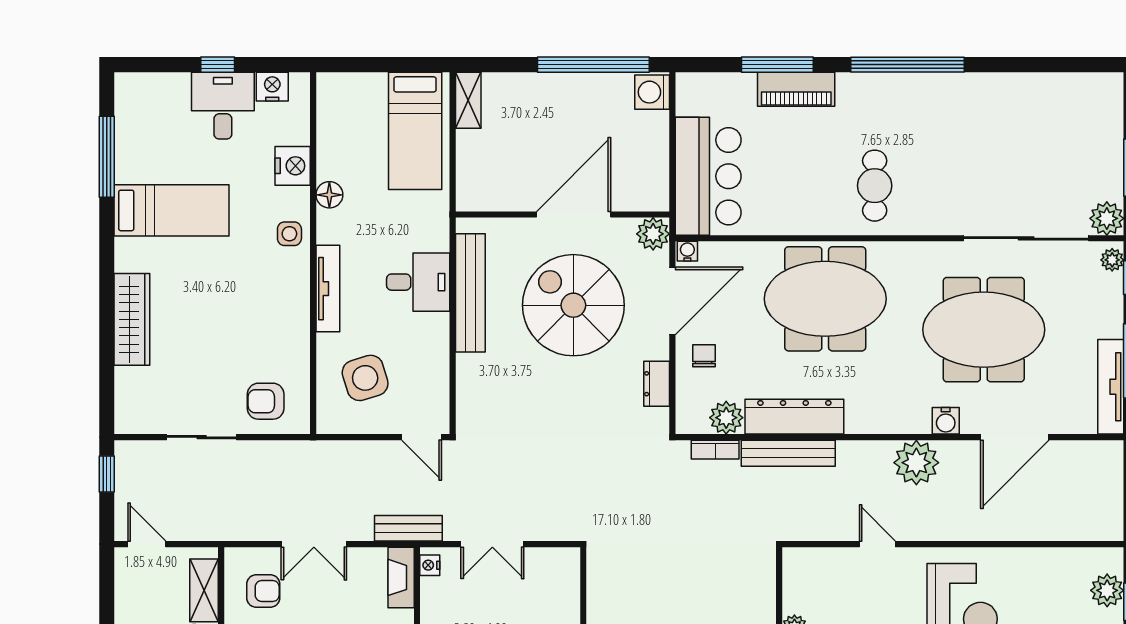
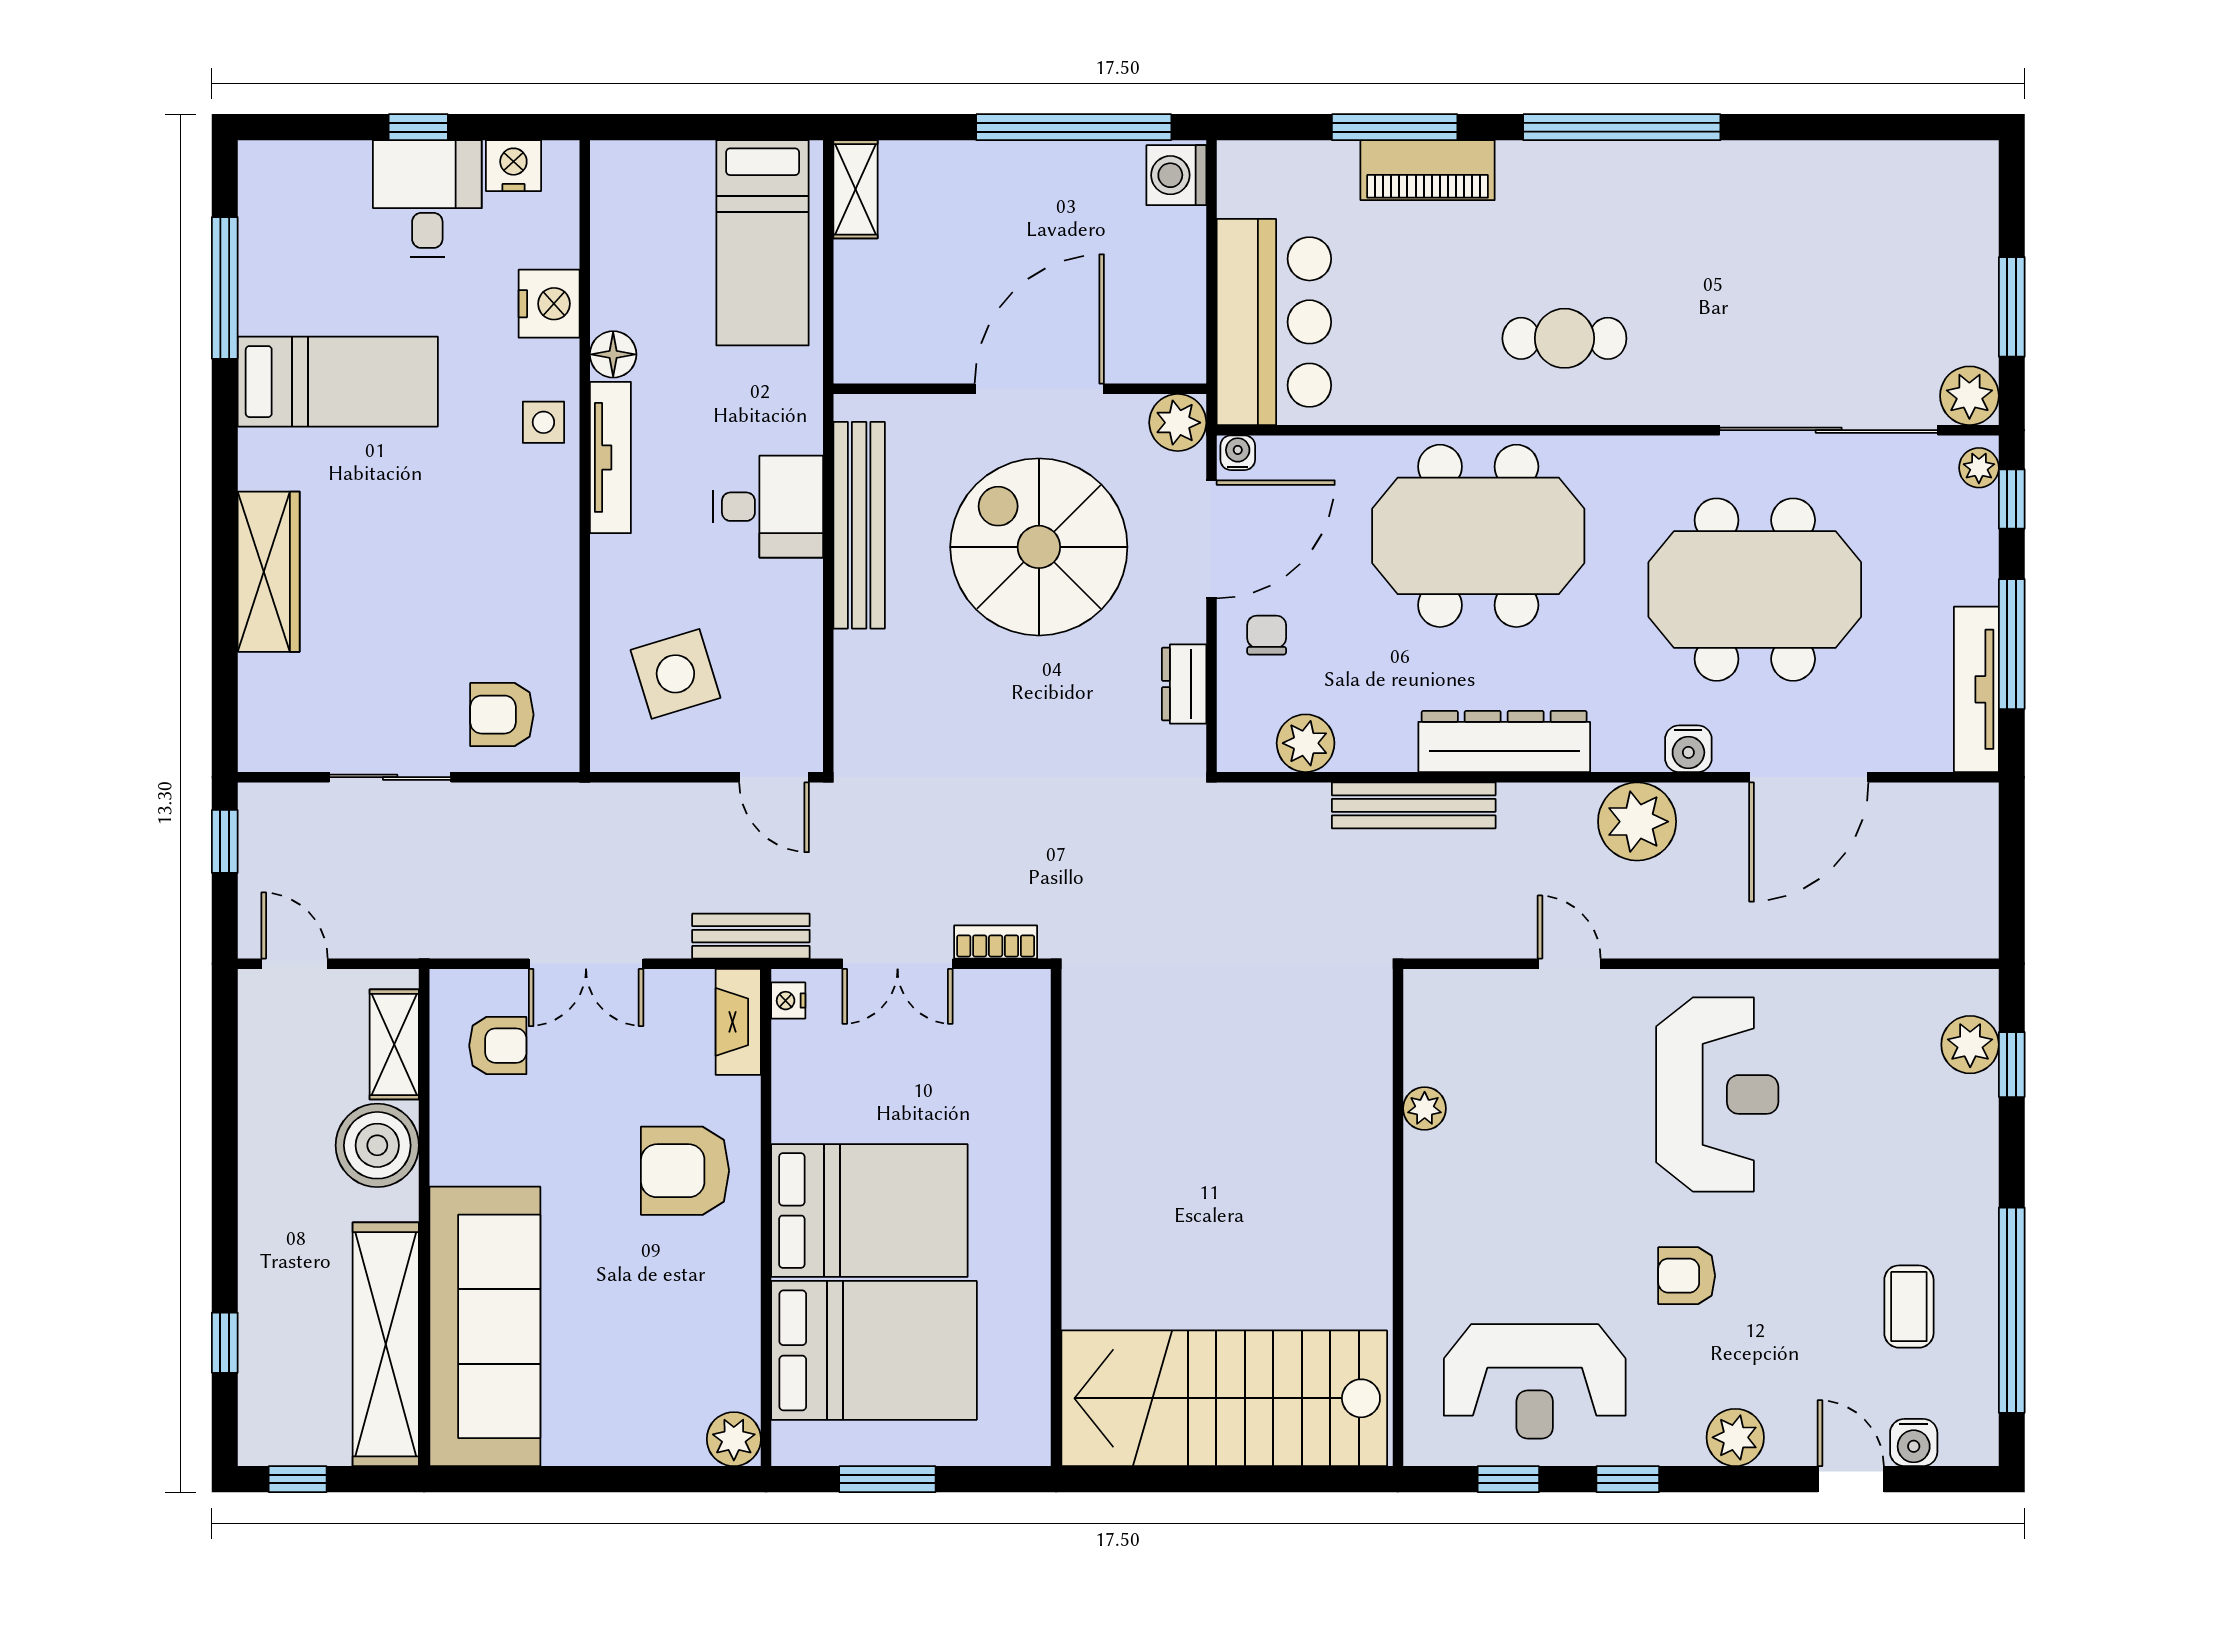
cafe table: (875, 186) -> (1564, 338), turned 90
tv unit: (328, 289) -> (610, 457), moved
dresser: (794, 417) -> (1504, 741), moved
bookcase: (715, 450) -> (996, 942), moved, turned 180

